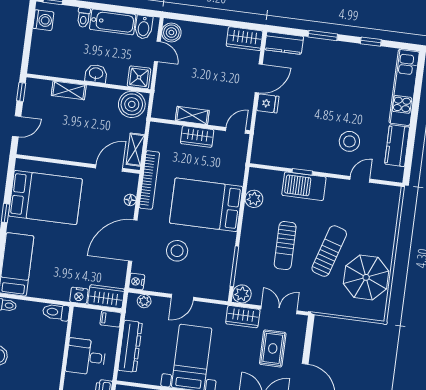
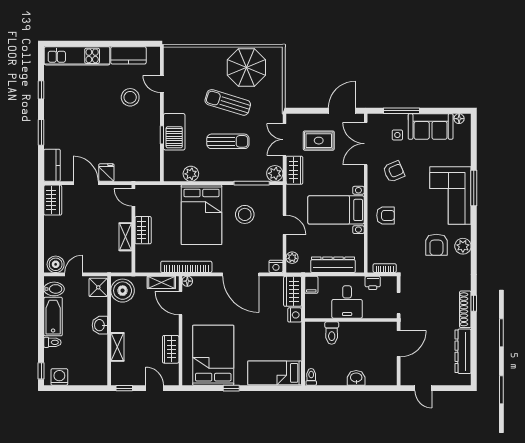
wardrobe: (58, 150) -> (171, 349), added
floor lamp: (130, 200) -> (187, 281), moved
stool: (177, 251) -> (245, 214), moved
toilet: (56, 312) -> (332, 333), moved

